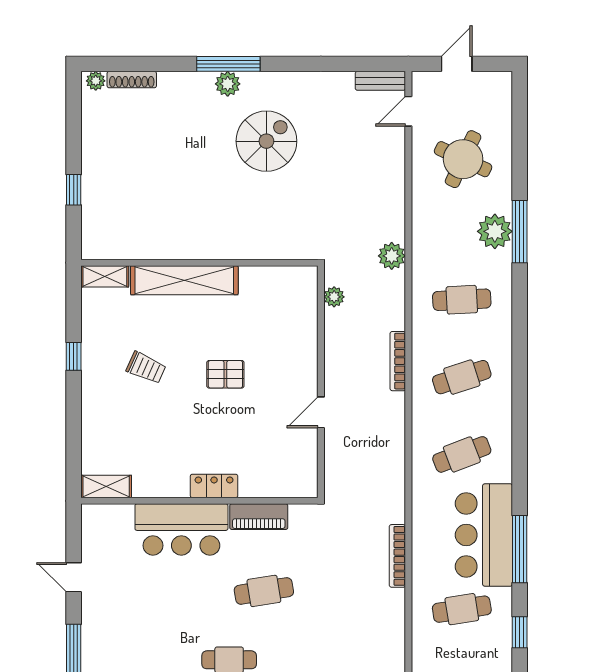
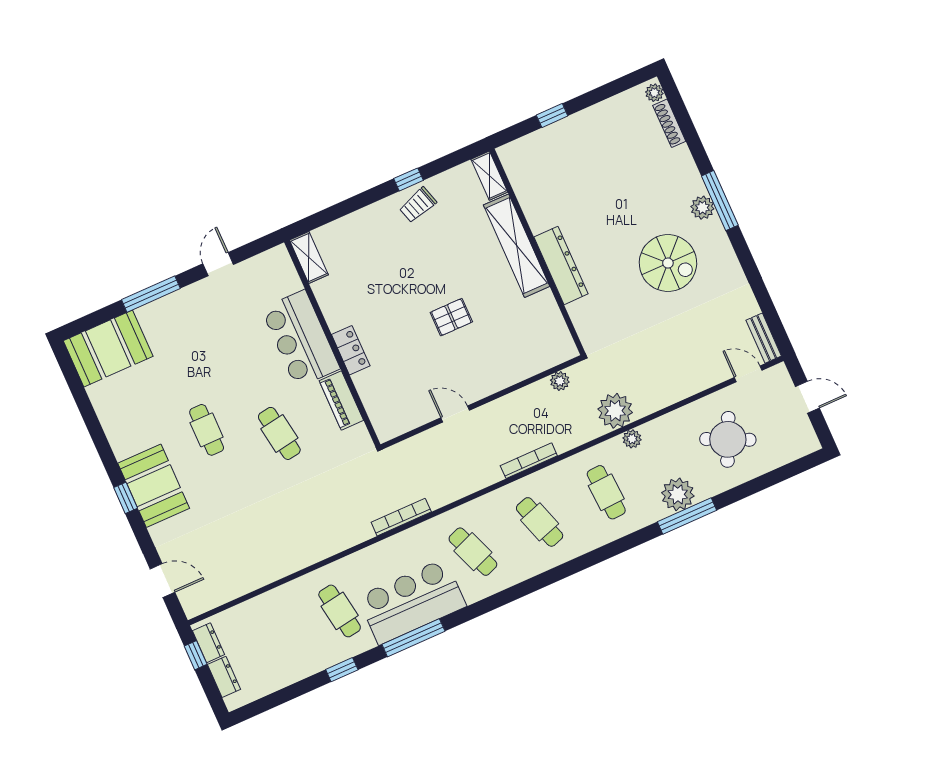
dresser: (223, 246) -> (561, 265), added
plant: (421, 252) -> (632, 439), added
plant: (392, 256) -> (615, 411), width x1.36, depth x1.36
trolley: (146, 368) -> (418, 205), moved, turned 49
pallet: (225, 374) -> (451, 317), turned 90
bookcase: (397, 556) -> (401, 517), moved

